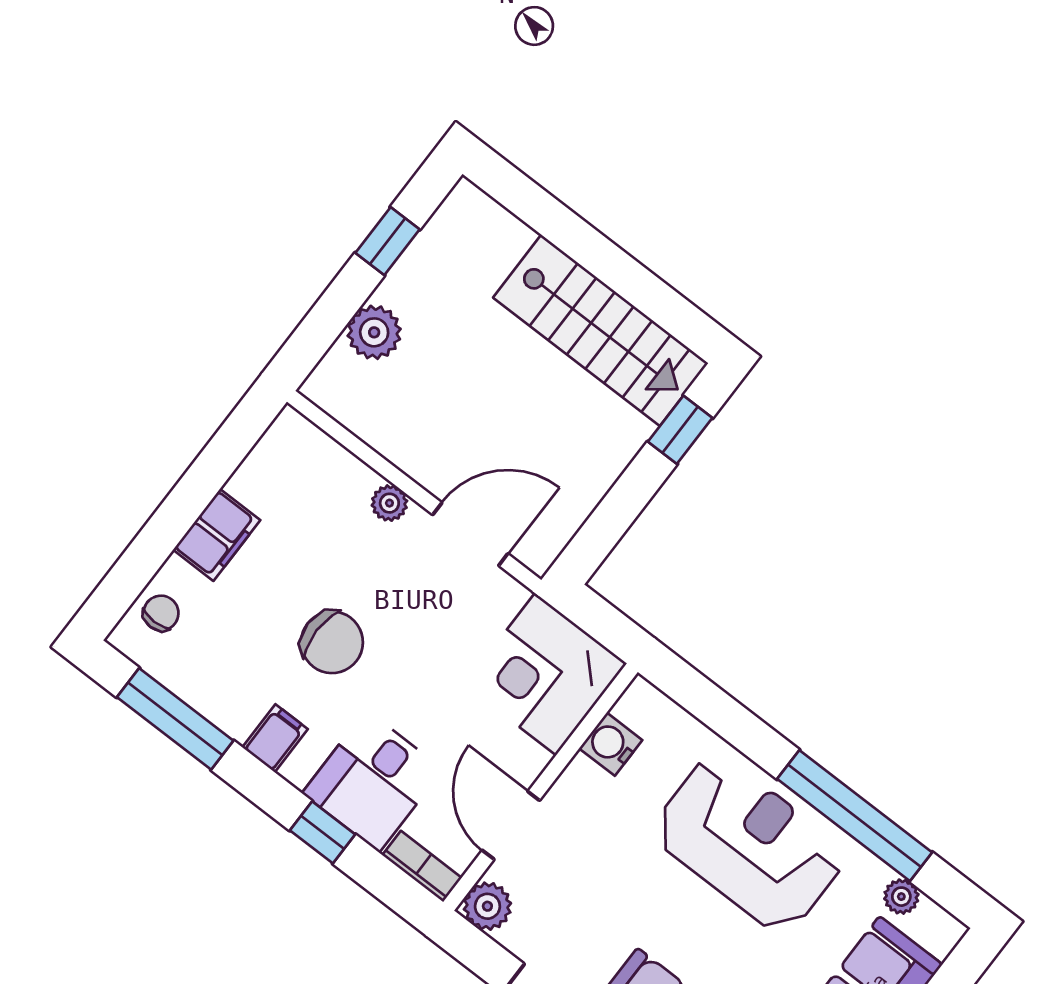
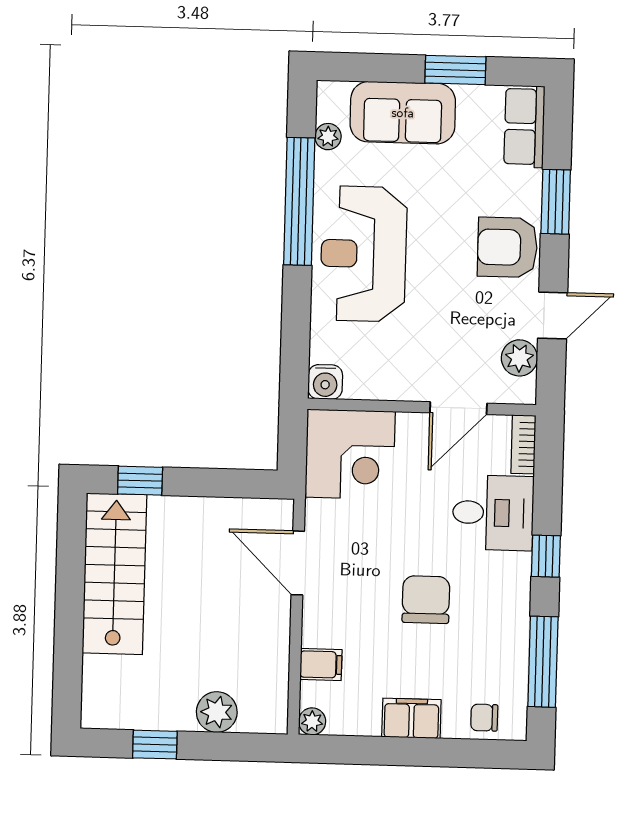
plant: (389, 503) -> (312, 721), moved
filing cabinet: (275, 738) -> (321, 664), moved, turned 180
water cooler: (611, 744) -> (325, 382), moved
window: (323, 832) -> (546, 556), moved
plant: (487, 906) -> (519, 358), moved

